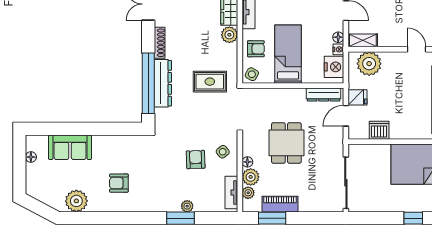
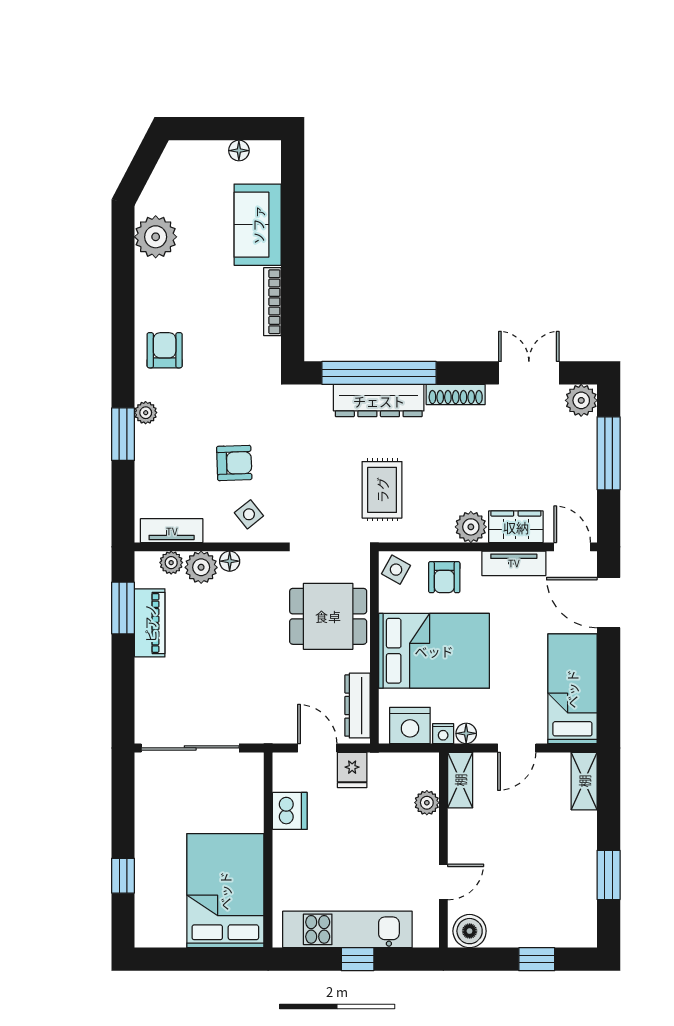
bed: (288, 54) -> (434, 651), width x1.50
plant: (369, 64) -> (427, 803), width x0.53, depth x0.53
bookcase: (111, 139) -> (272, 302), added
dining table: (286, 143) -> (328, 616), moved
armchair: (119, 183) -> (165, 350), moved
plant: (187, 206) -> (146, 413), moved

